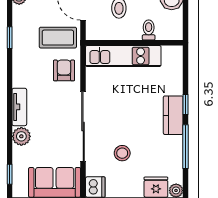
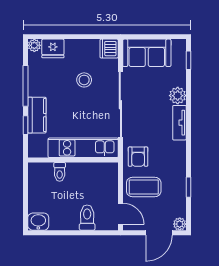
toilet: (149, 30) -> (60, 172), moved
wall: (134, 43) -> (73, 160), moved
kitchen unit: (123, 56) -> (83, 148), moved

